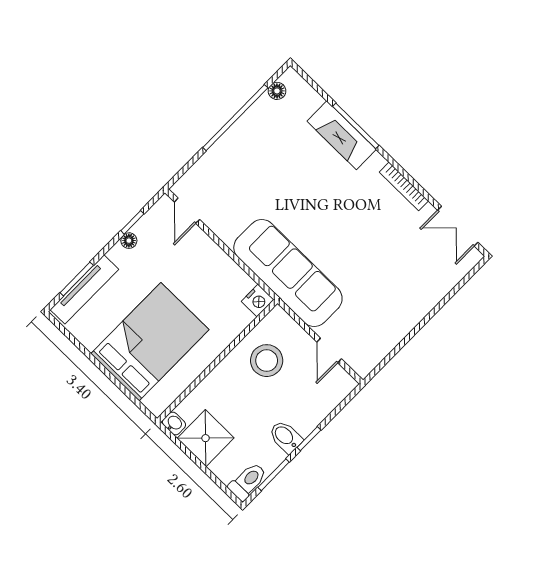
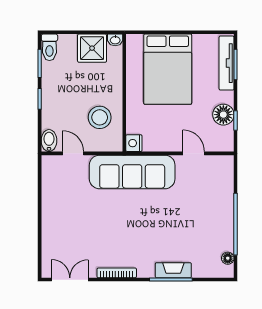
fireplace: (342, 135) -> (173, 270), width x0.73, depth x0.76
door: (187, 211) -> (194, 153), moved
floor lamp: (129, 241) -> (223, 115), width x1.89, depth x1.89
bidet: (286, 437) -> (49, 141), moved, turned -90

